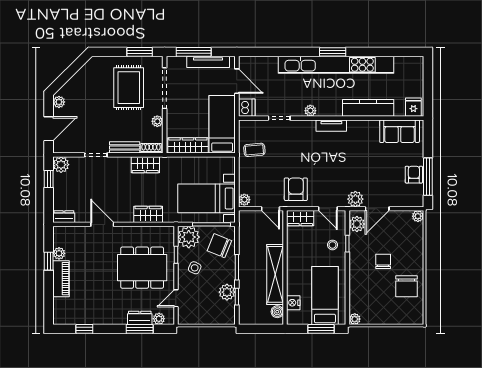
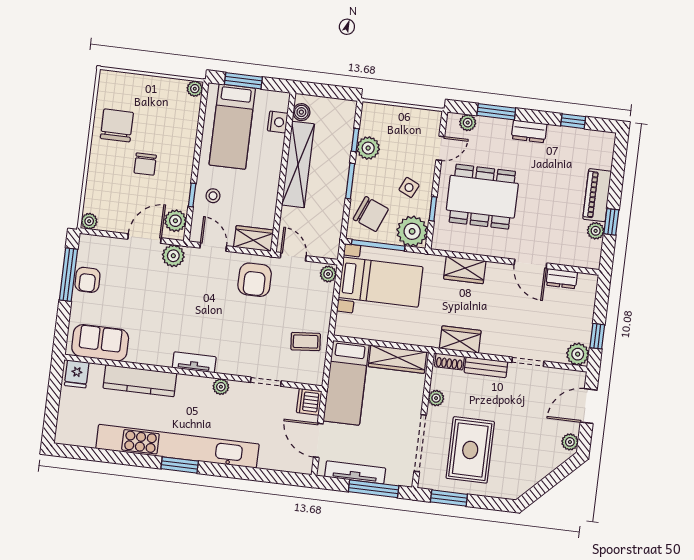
dresser: (64, 217) -> (562, 279), moved
dresser: (140, 318) -> (529, 131), moved

